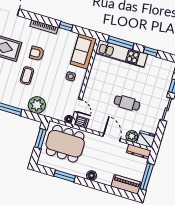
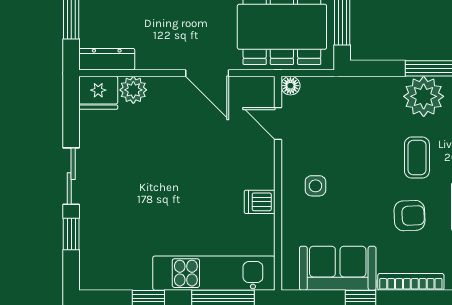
sofa: (83, 51) -> (338, 268), moved, turned -90
cafe table: (127, 103) -> (167, 163), removed
plant: (37, 105) -> (424, 96), moved
dishwasher: (81, 122) -> (260, 202), moved
door: (112, 137) -> (207, 73), moved

